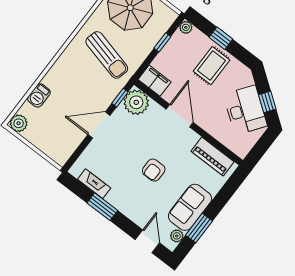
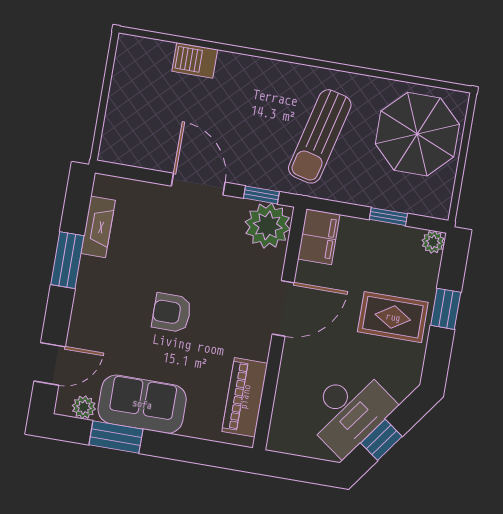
plant: (19, 123) -> (132, 51), removed

